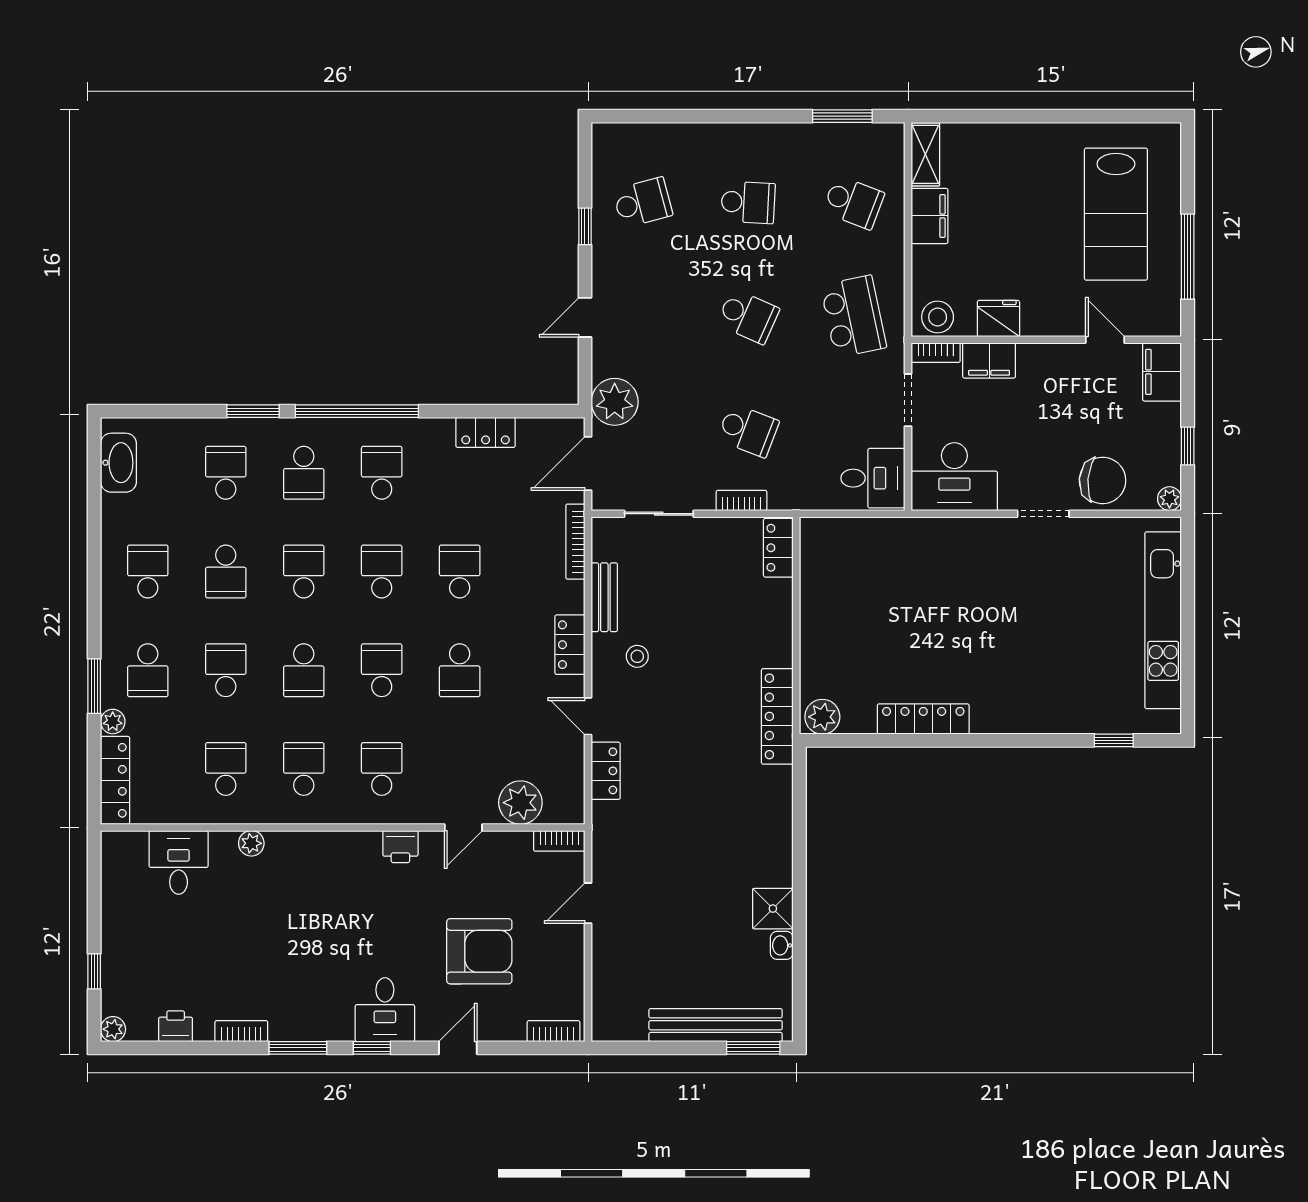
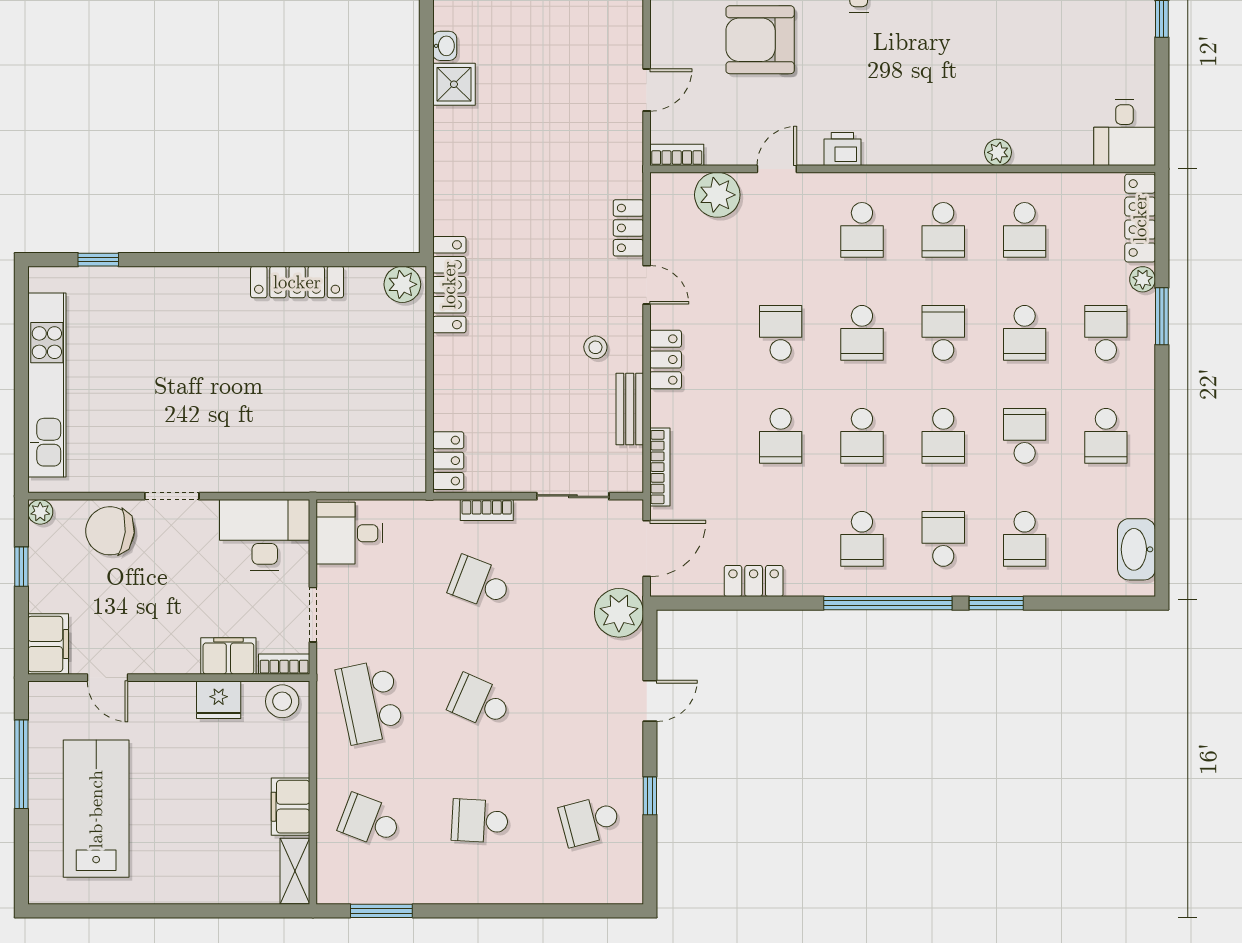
desk: (179, 862) -> (1125, 132), moved

